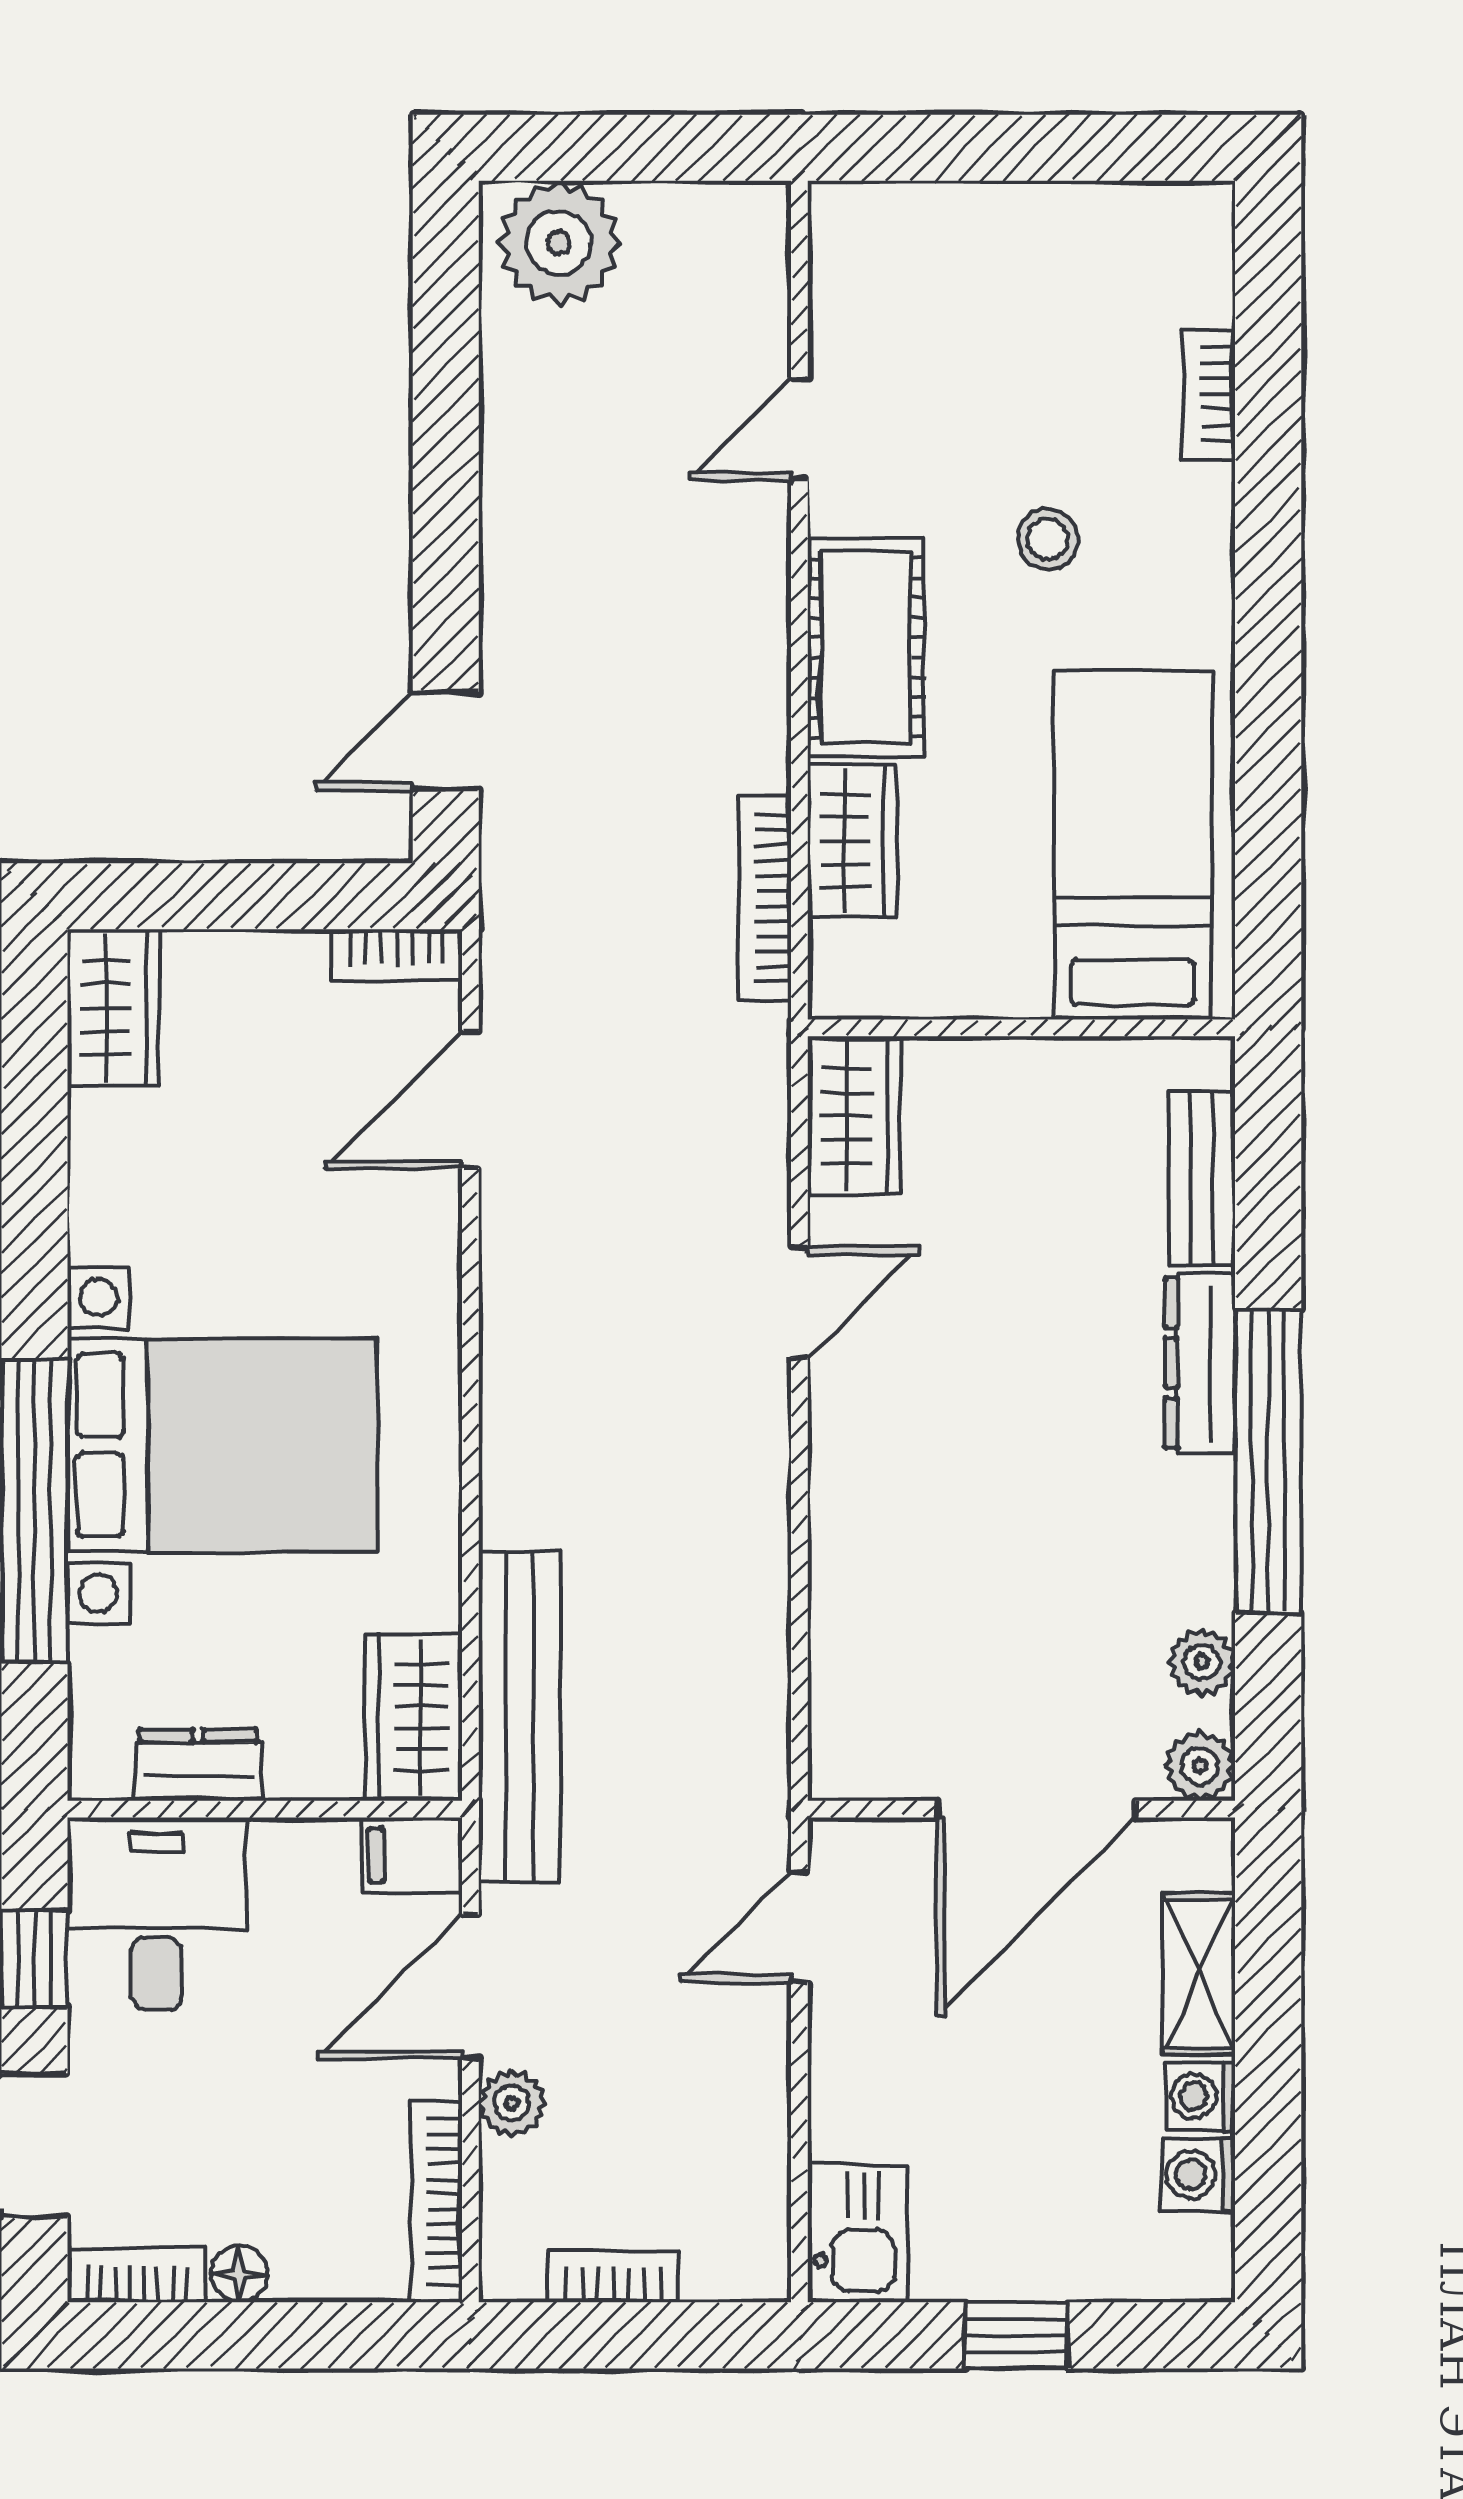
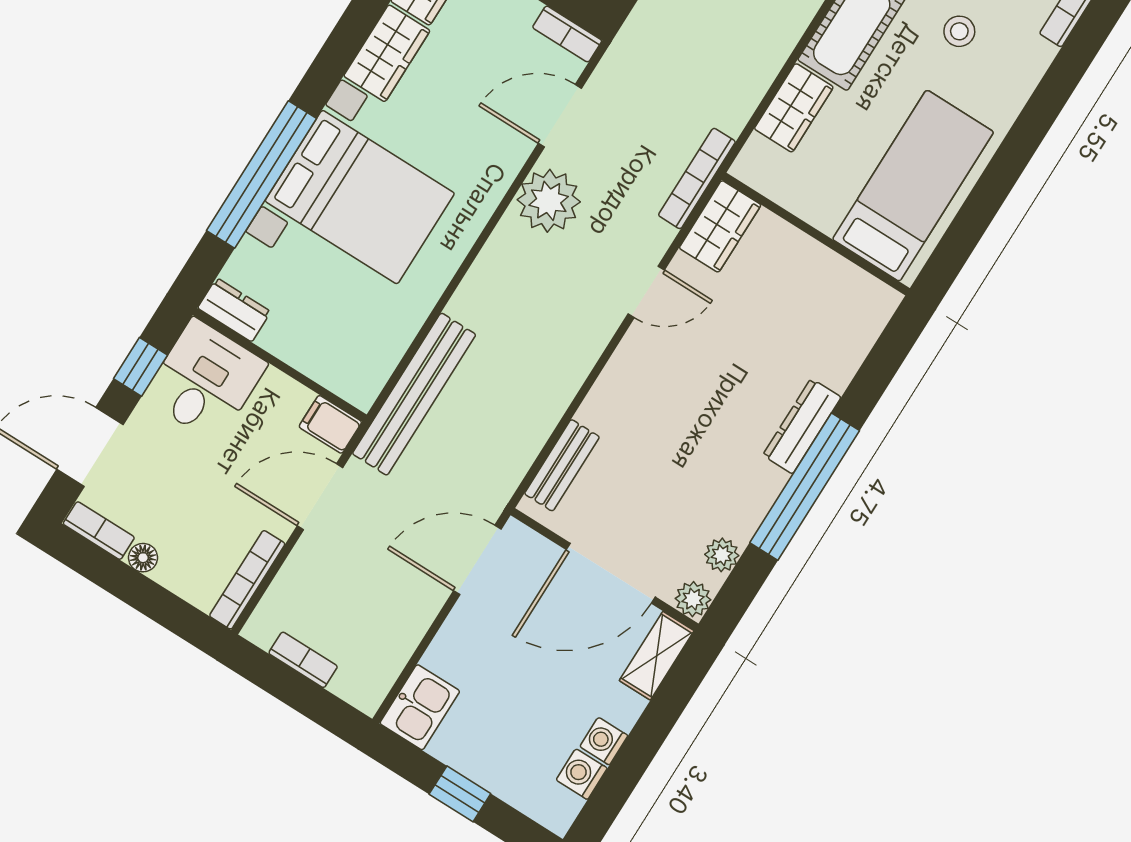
bookcase: (765, 899) -> (697, 178), moved
bench: (1202, 1179) -> (562, 465), moved
wardrobe: (414, 1717) -> (387, 53), moved, turned 180
dresser: (198, 1765) -> (234, 310), moved
door: (799, 1927) -> (477, 560), width x1.38
shelving: (1199, 1974) -> (657, 656), moved
plant: (512, 2103) -> (549, 201), moved, width x1.88, depth x1.88

